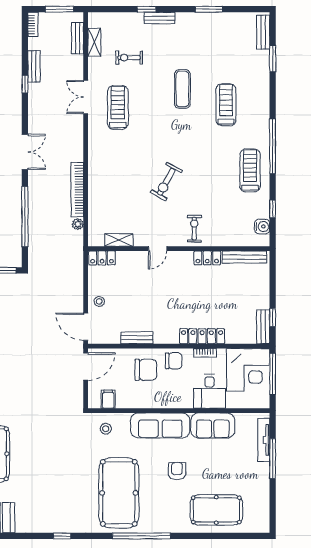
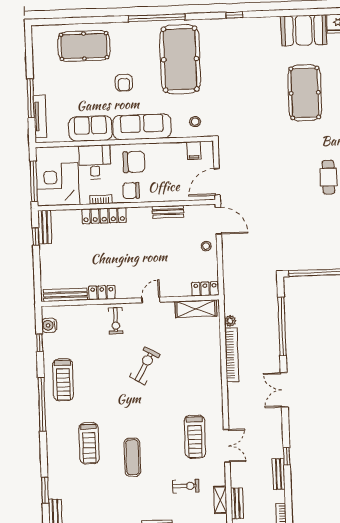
shelving: (119, 240) -> (196, 309), width x1.50, depth x1.33
chair: (146, 370) -> (134, 162), moved, turned 180

